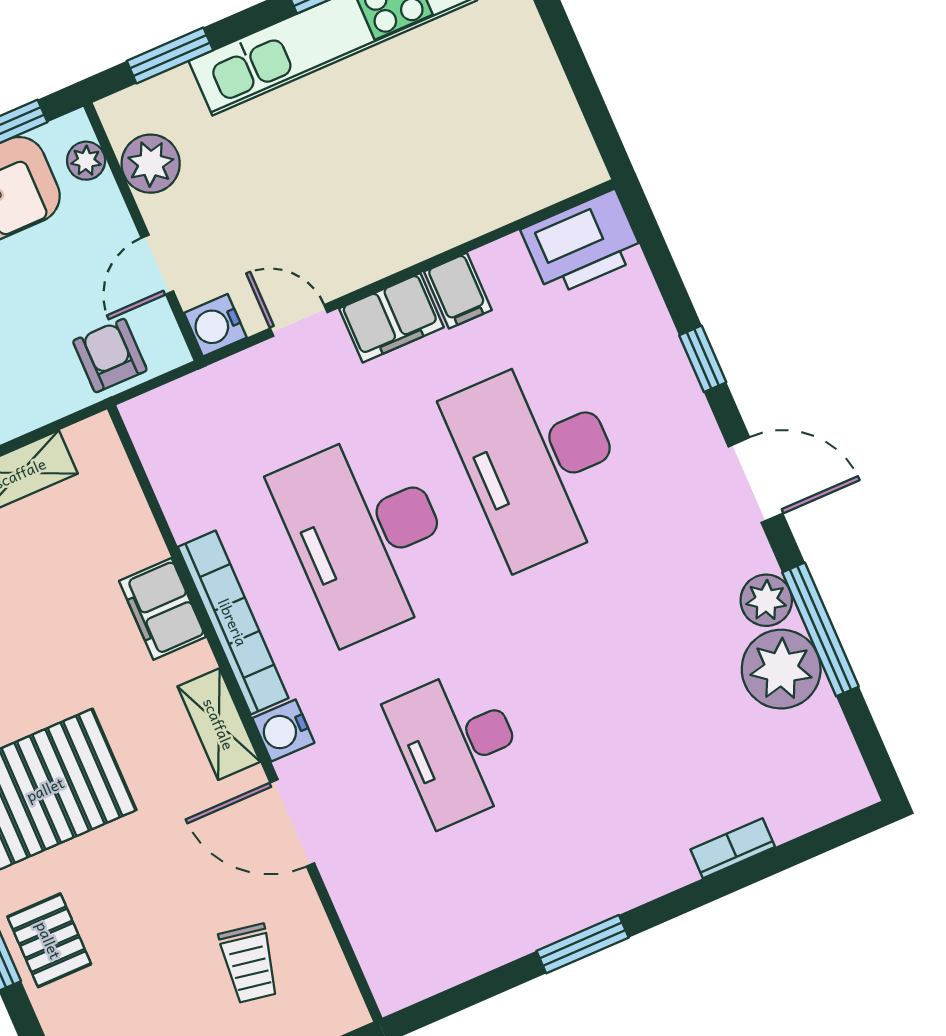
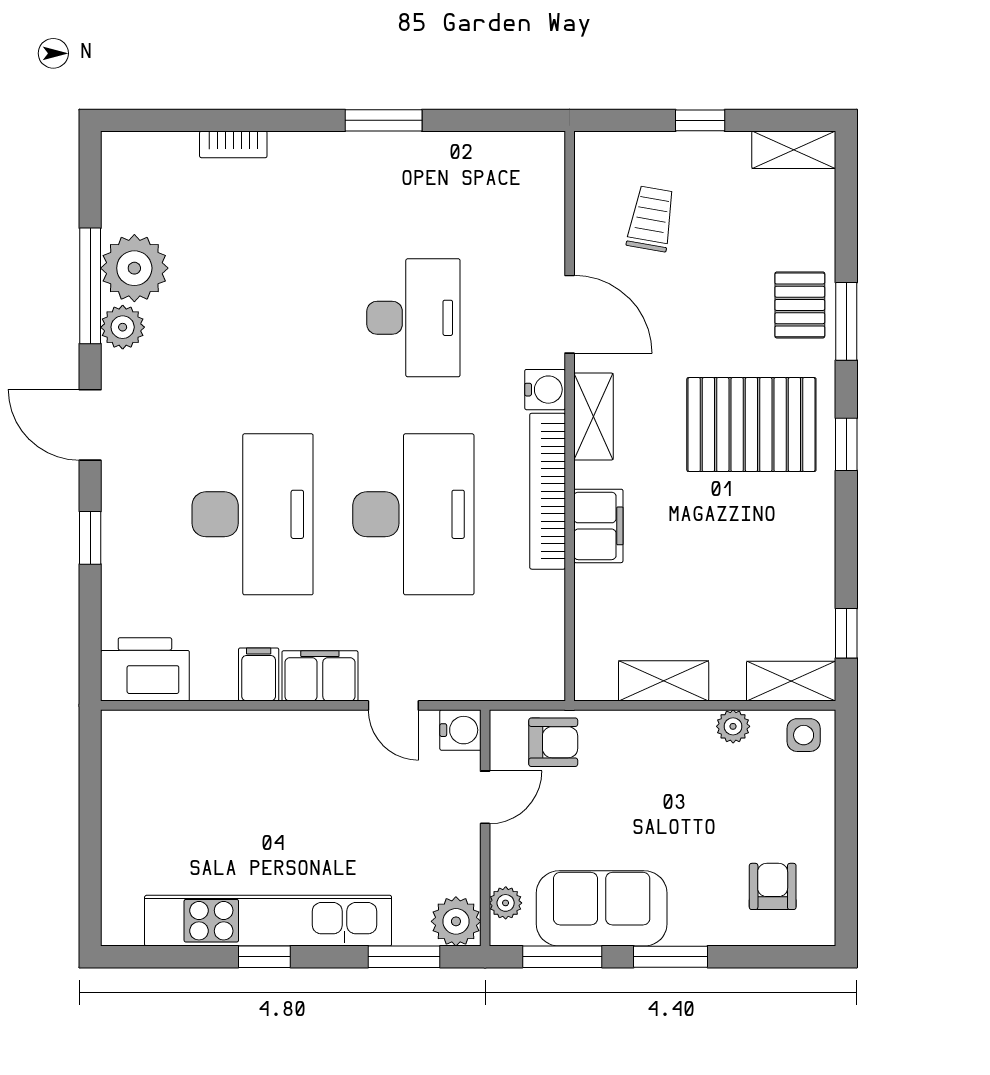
plant: (151, 164) -> (456, 921), moved
armchair: (110, 356) -> (553, 742), turned -90

